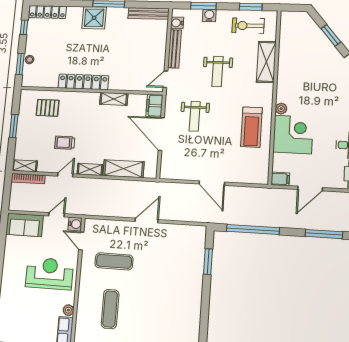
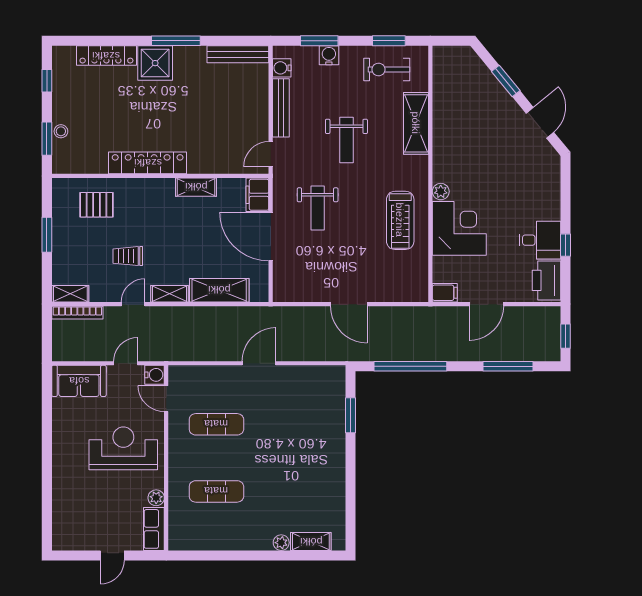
locker: (48, 12) -> (106, 56), moved
exercise mat: (110, 309) -> (216, 491), turned 90

